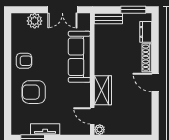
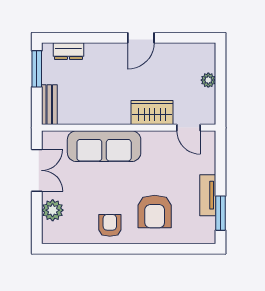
shoe rack: (147, 58) -> (105, 50), removed
door: (92, 116) -> (189, 128), hinge flipped
plant: (100, 130) -> (208, 80), moved

